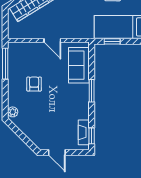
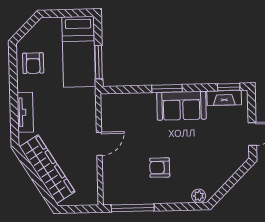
window: (112, 41) -> (99, 62), width x1.50
sofa: (79, 65) -> (181, 106), moved

